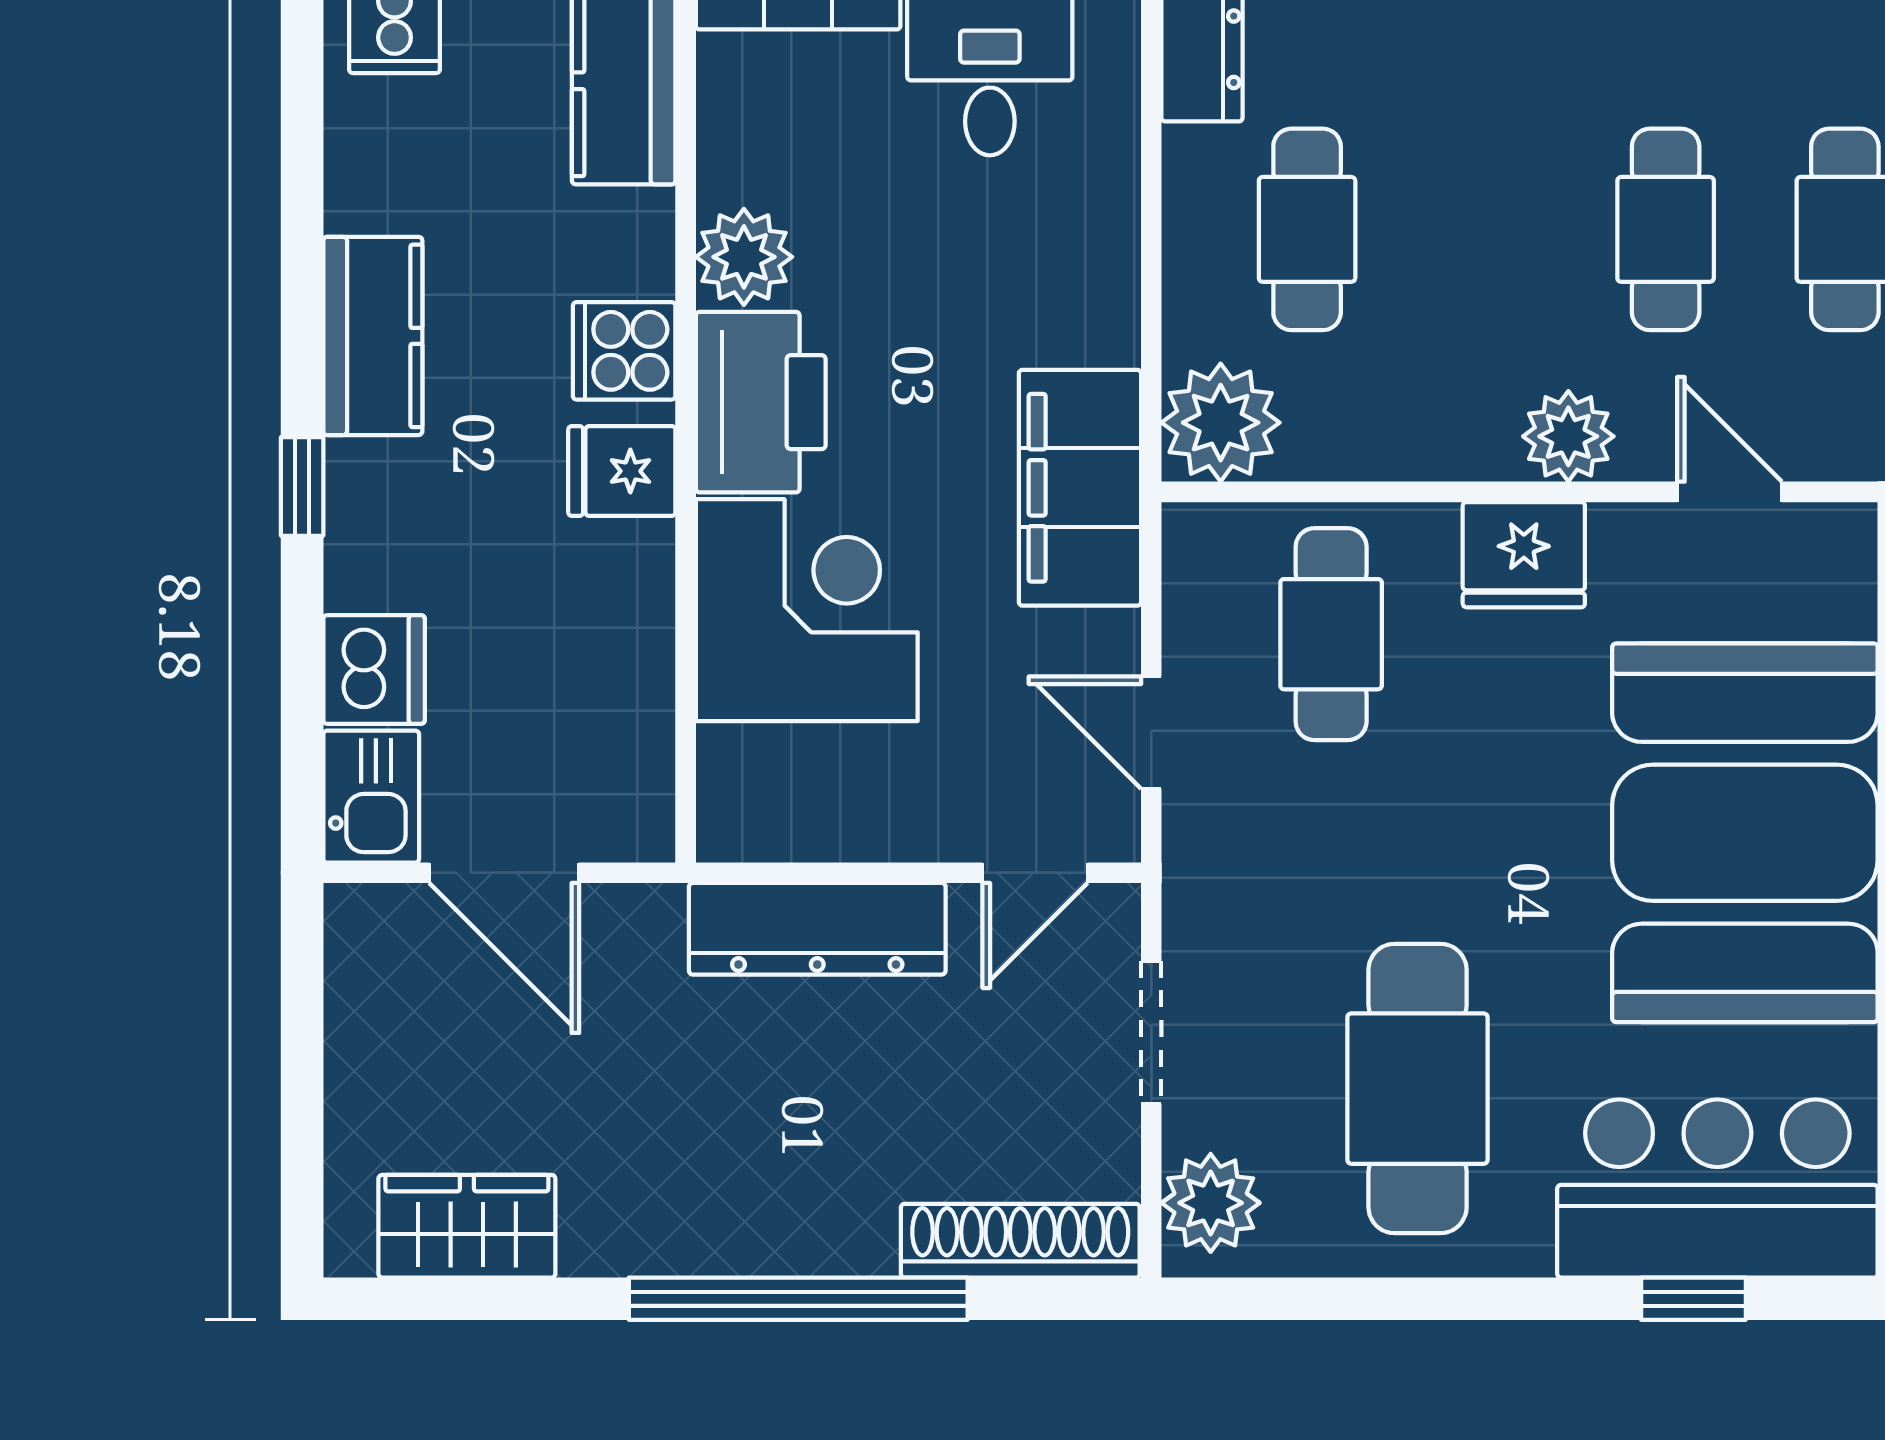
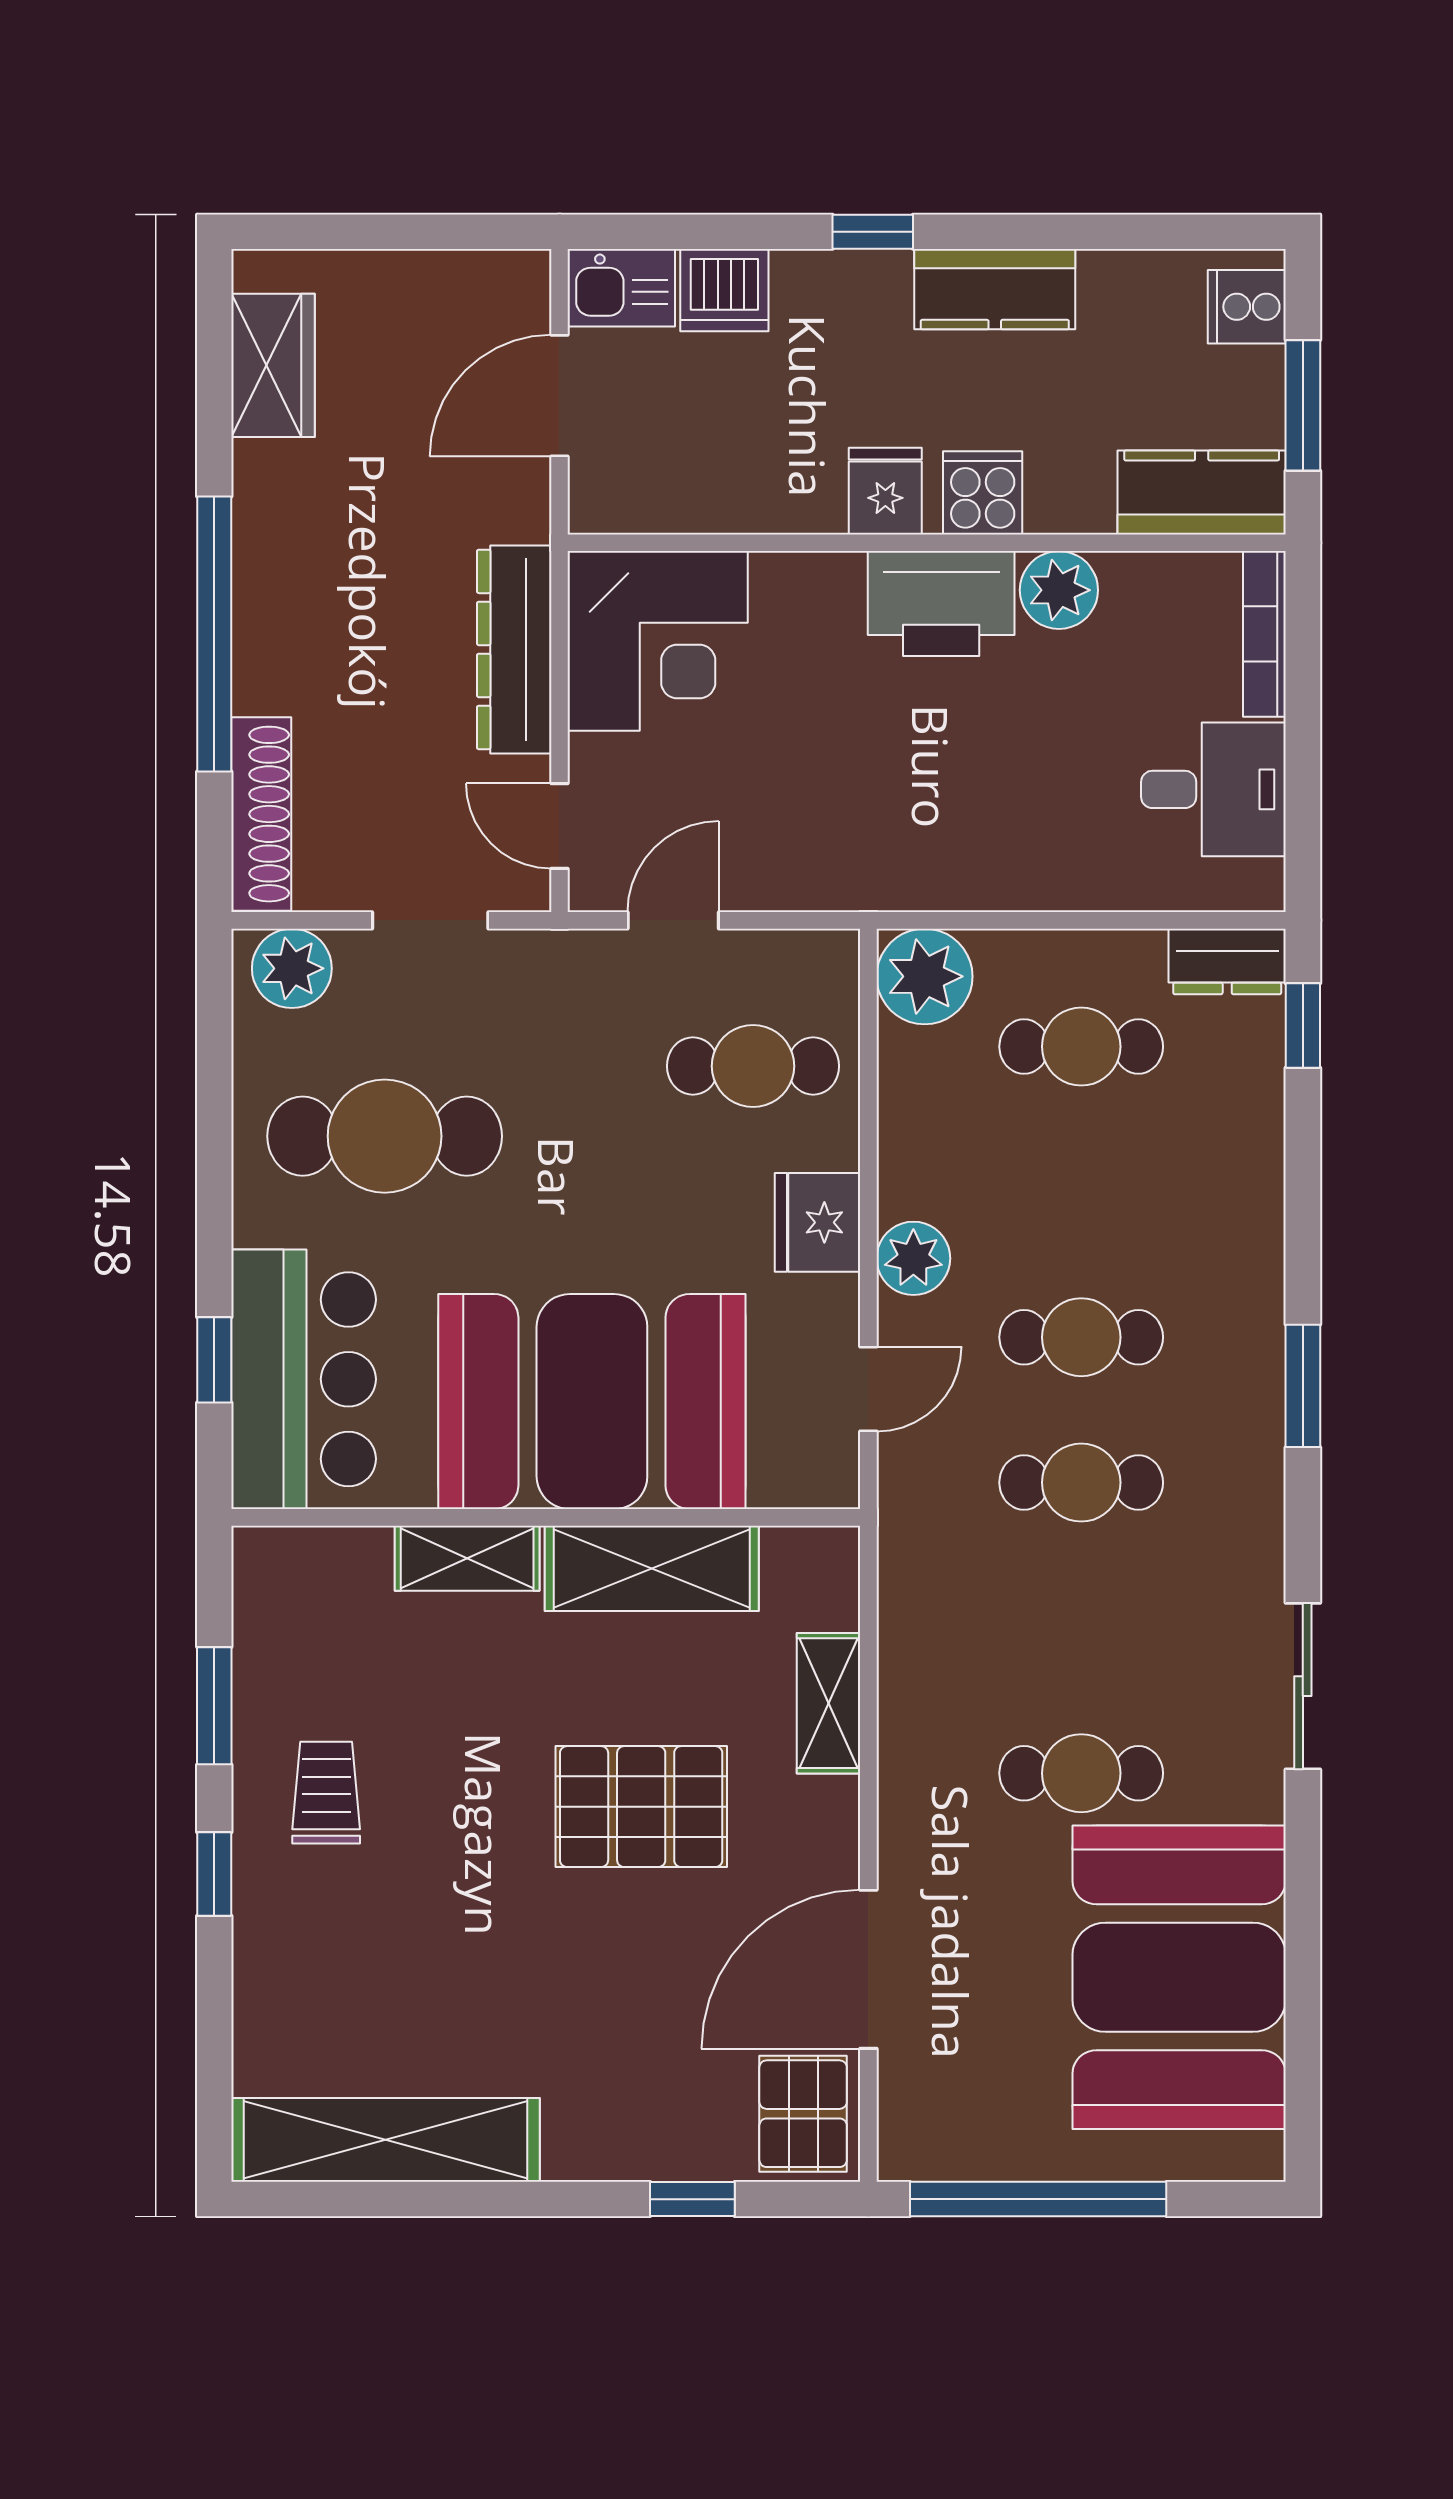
filing cabinet: (1080, 488) -> (872, 862), removed
corner desk: (807, 610) -> (658, 641), moved

